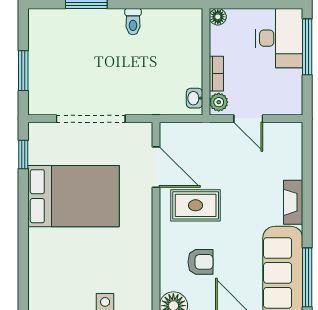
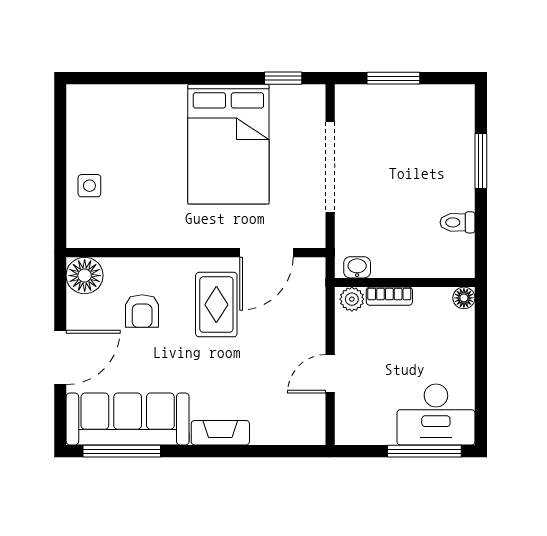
floor lamp: (218, 17) -> (464, 298), moved
wall: (206, 62) -> (405, 283), moved
bookcase: (216, 74) -> (389, 296), moved
washbasin: (194, 98) -> (357, 267), moved
plant: (219, 102) -> (352, 299), moved

